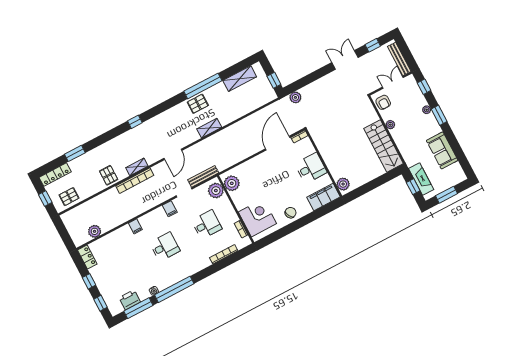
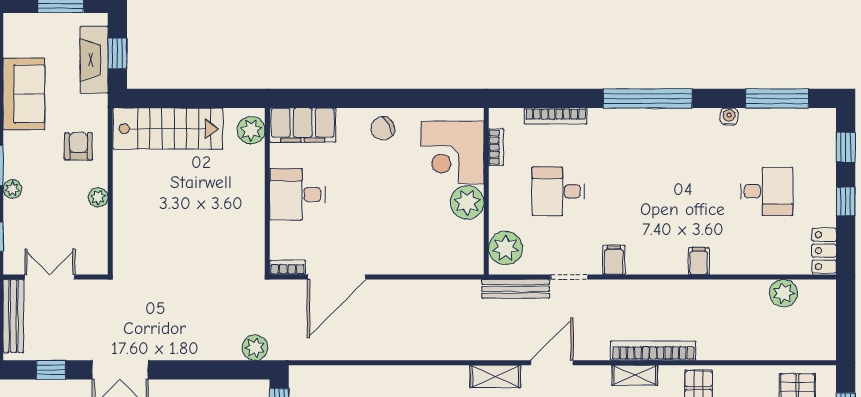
double door: (393, 82) -> (50, 277), swing flipped
armchair: (383, 102) -> (78, 146), moved
shelving: (209, 128) -> (495, 376), moved
stairs: (384, 146) -> (168, 129), moved, turned 90
plant: (232, 183) -> (467, 202), moved
desk: (165, 247) -> (767, 191), moved, turned 180
window: (174, 289) -> (648, 98), moved
printer: (130, 300) -> (785, 124), removed

